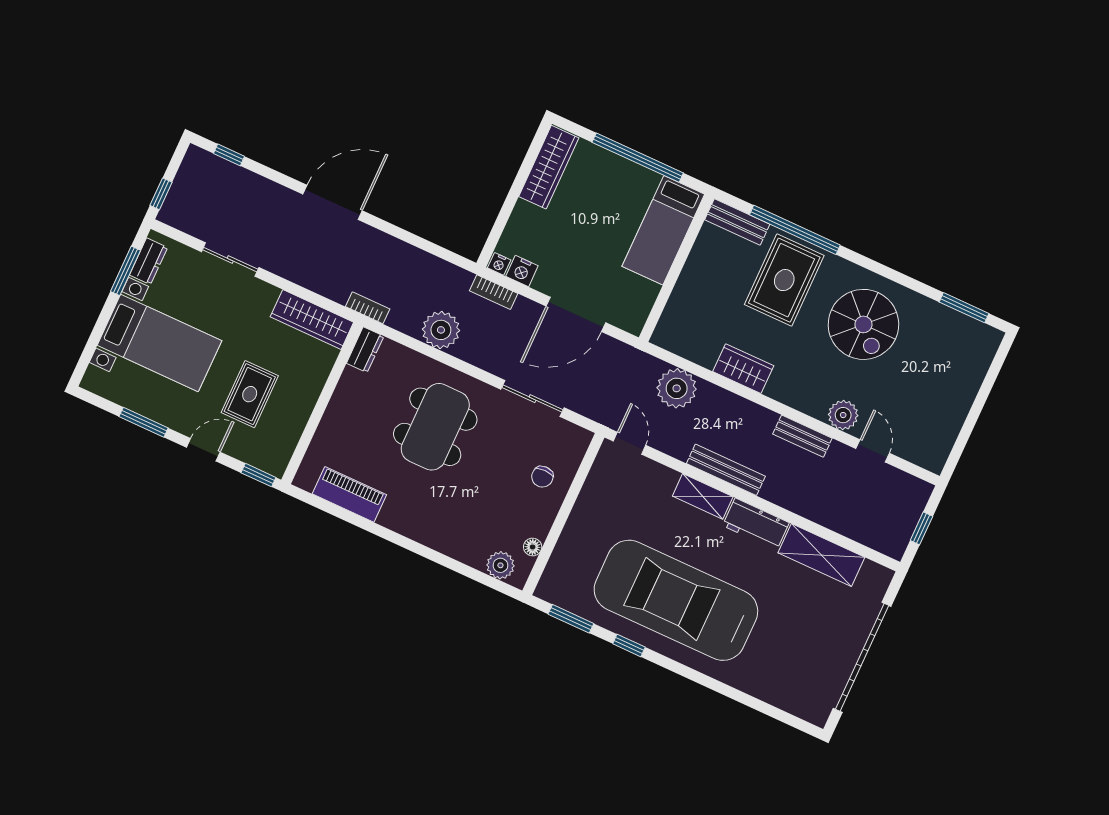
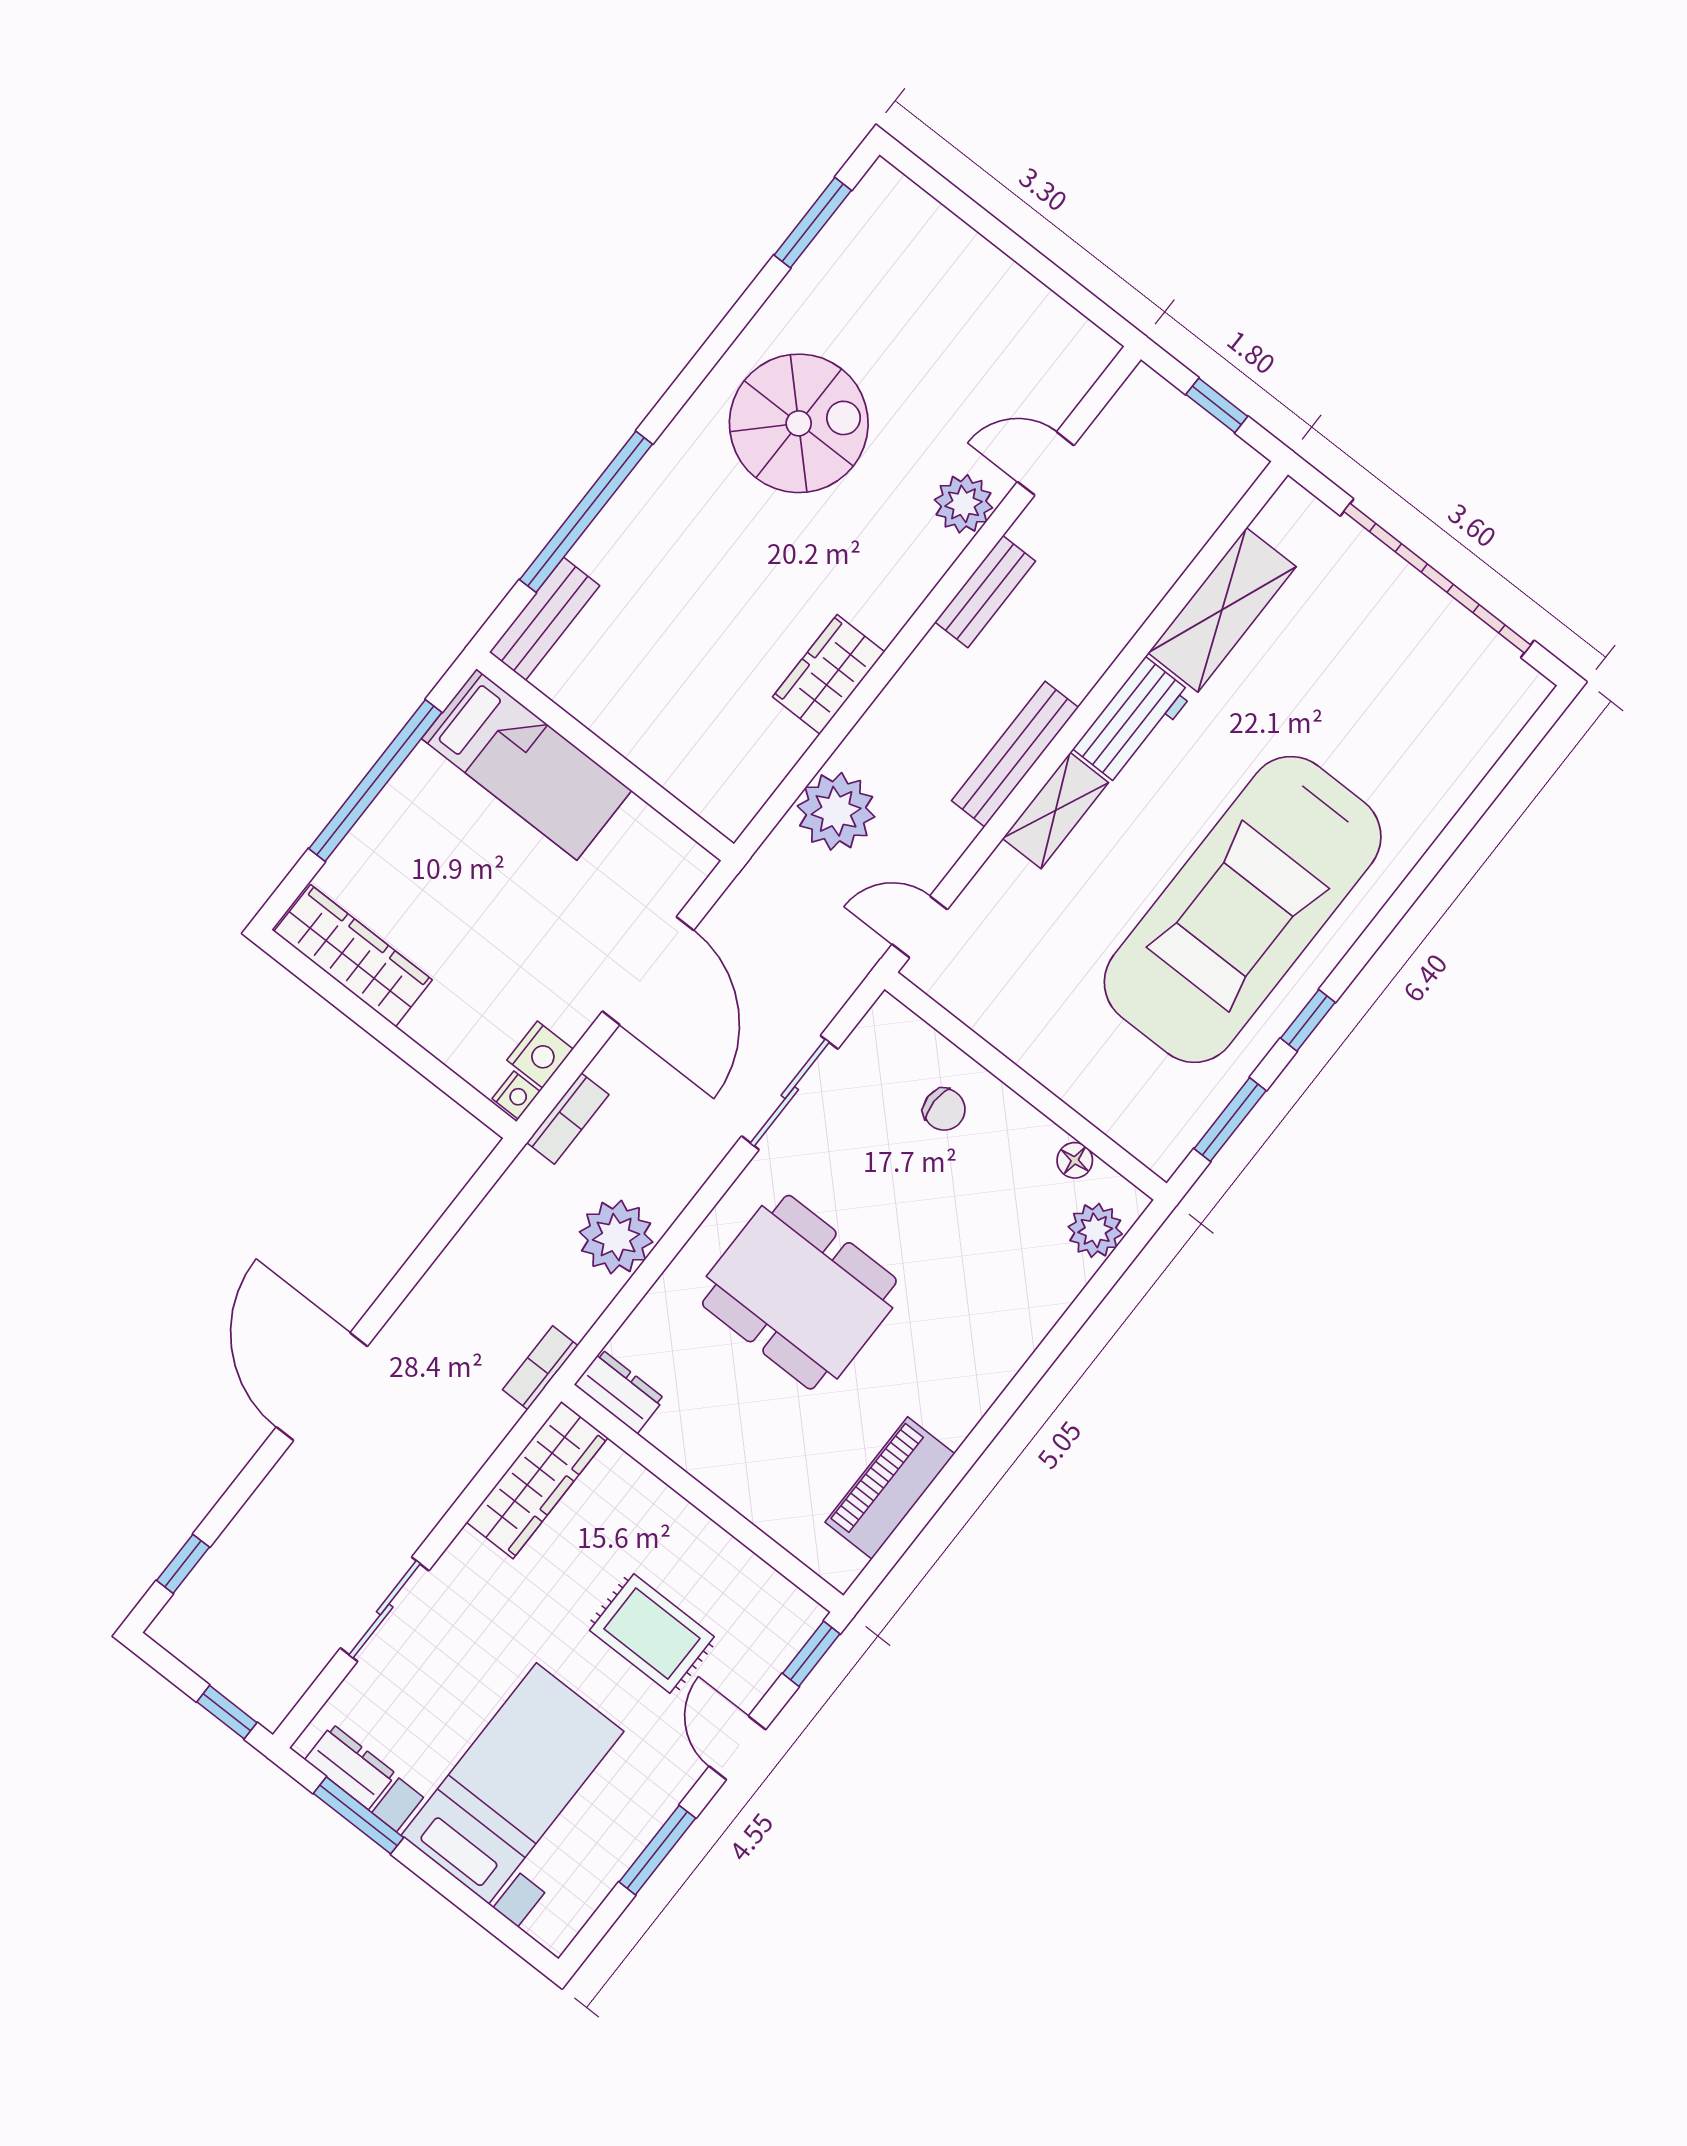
rug: (784, 280) -> (677, 555), removed

